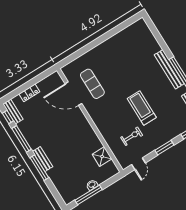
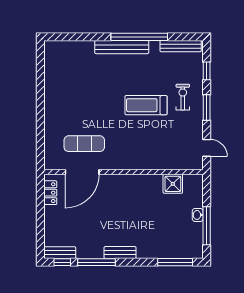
locker: (29, 93) -> (50, 193), moved
exercise bike: (132, 136) -> (183, 97), moved
bench: (43, 159) -> (120, 253), moved
window: (39, 168) -> (175, 262), moved

